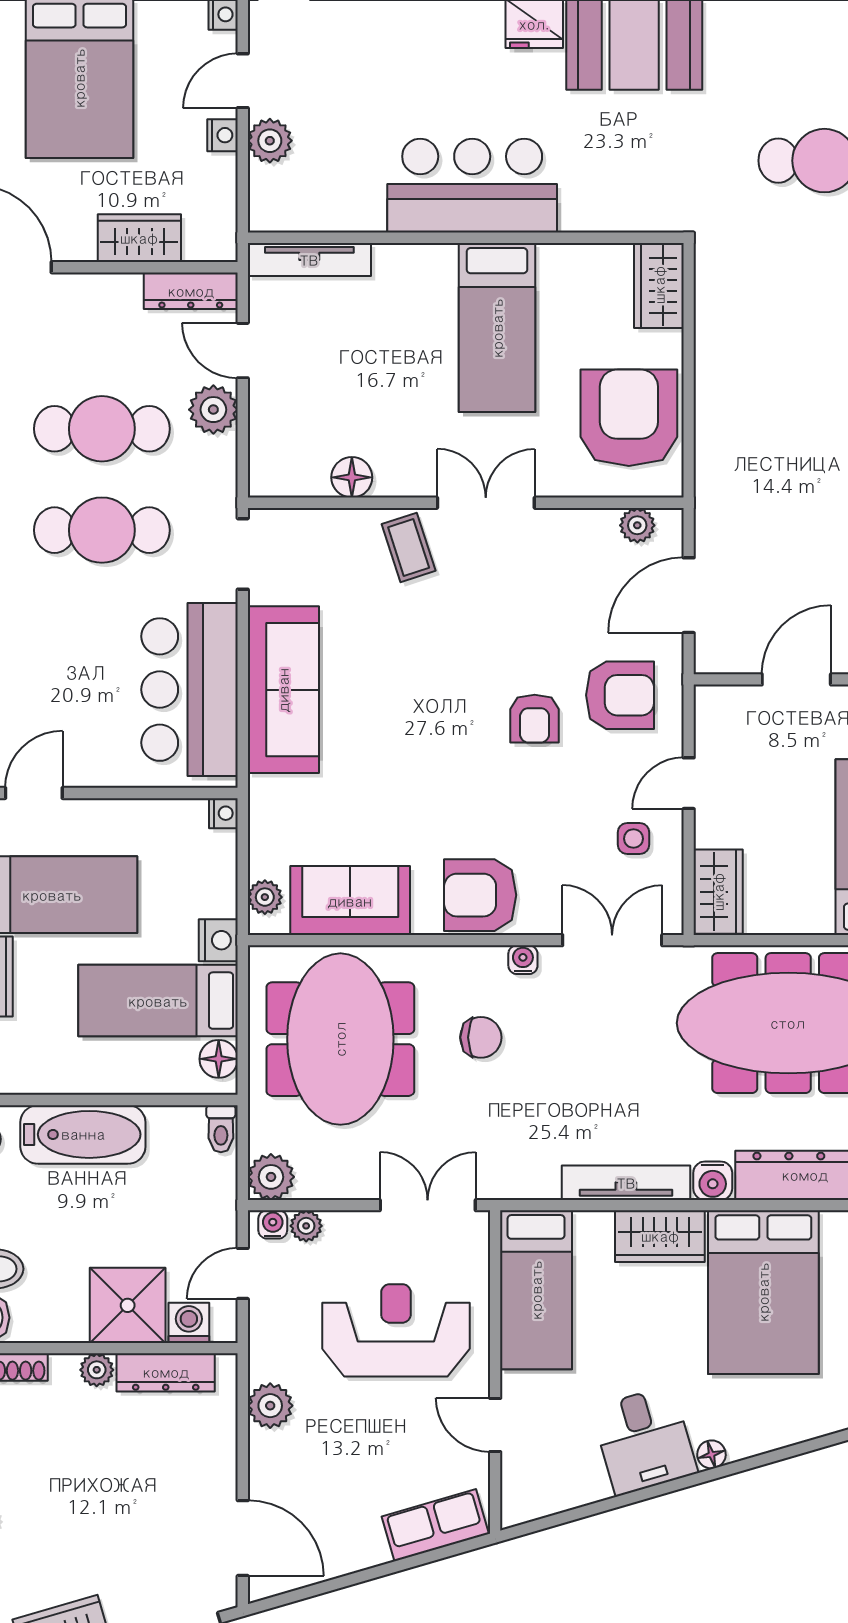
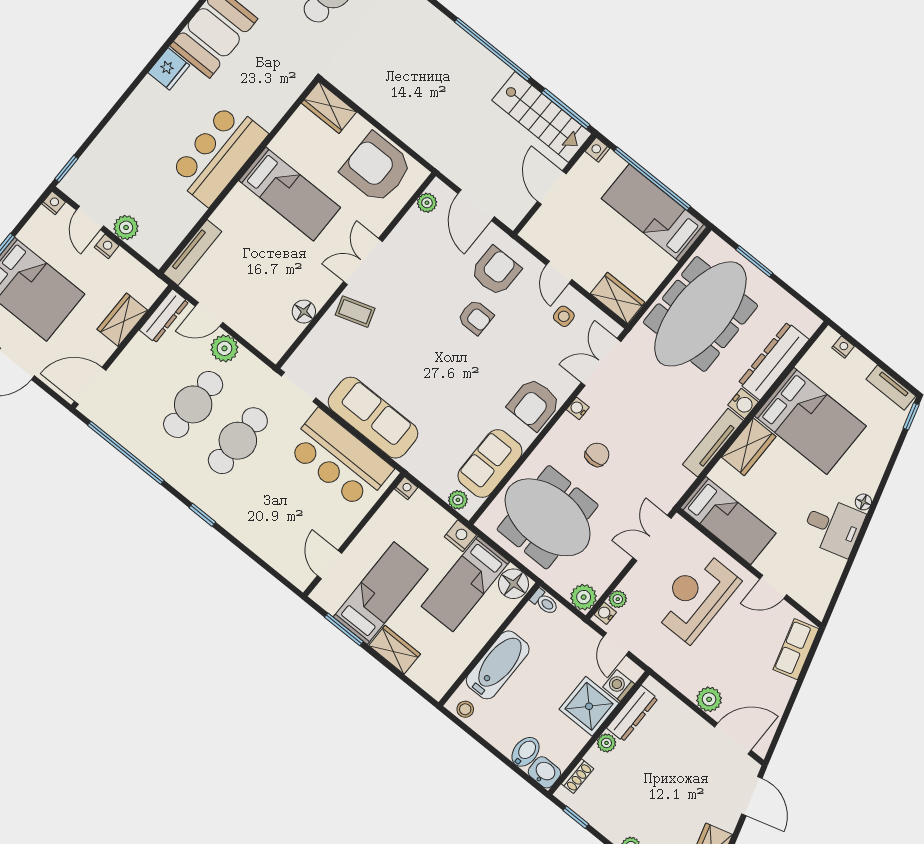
floor lamp: (219, 1059) -> (513, 584), width x1.38, depth x1.38
plant: (270, 1406) -> (709, 699), moved

